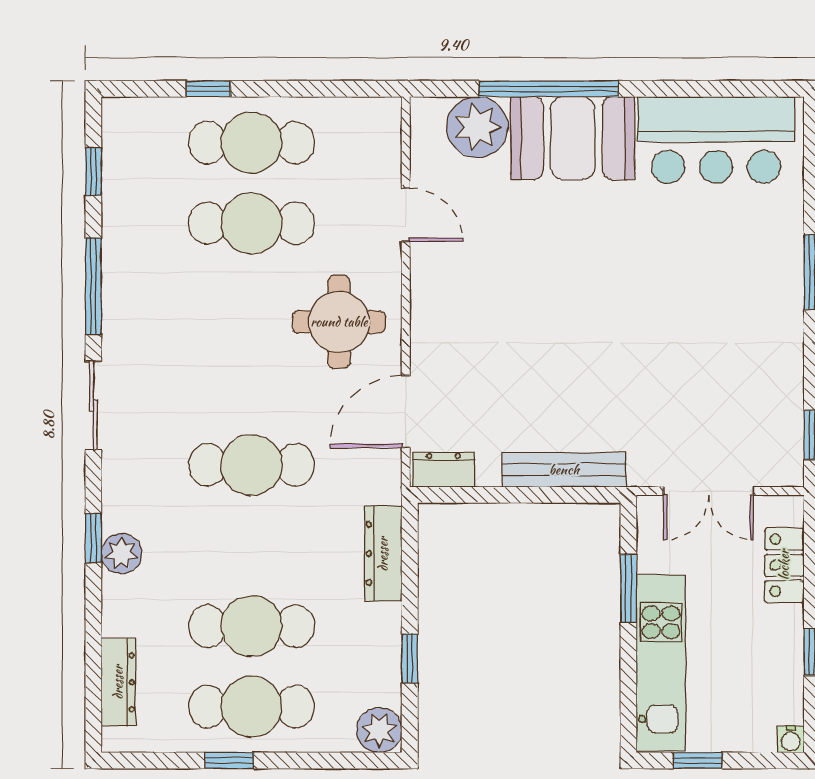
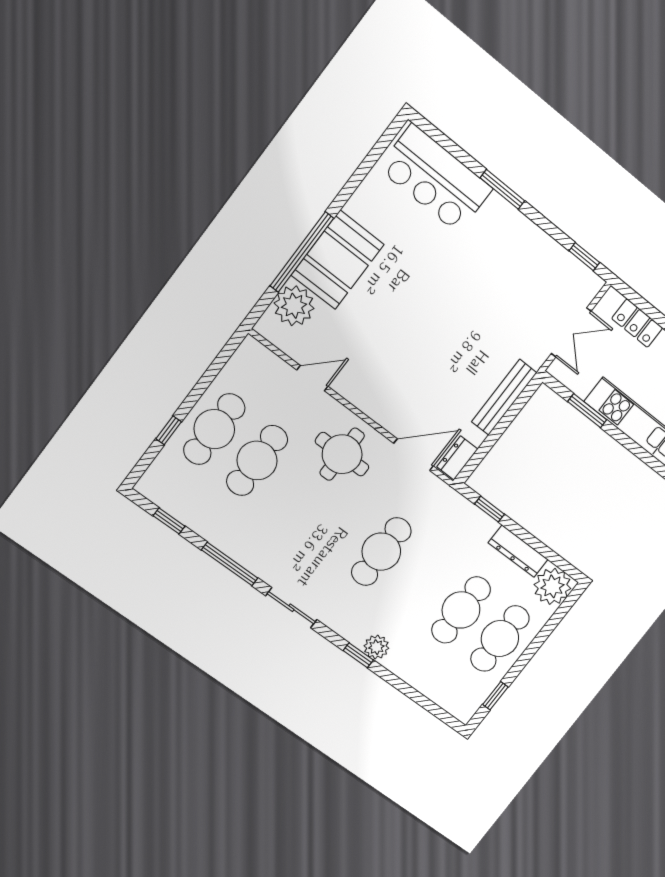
bar counter: (716, 140) -> (436, 179), moved, turned 90
door: (406, 411) -> (414, 455), swing flipped
dresser: (383, 554) -> (518, 551), moved
window: (410, 658) -> (490, 509), moved
dresser: (118, 682) -> (438, 694), removed
plant: (379, 730) -> (552, 586), width x1.36, depth x1.36
window: (229, 760) -> (495, 696), moved

